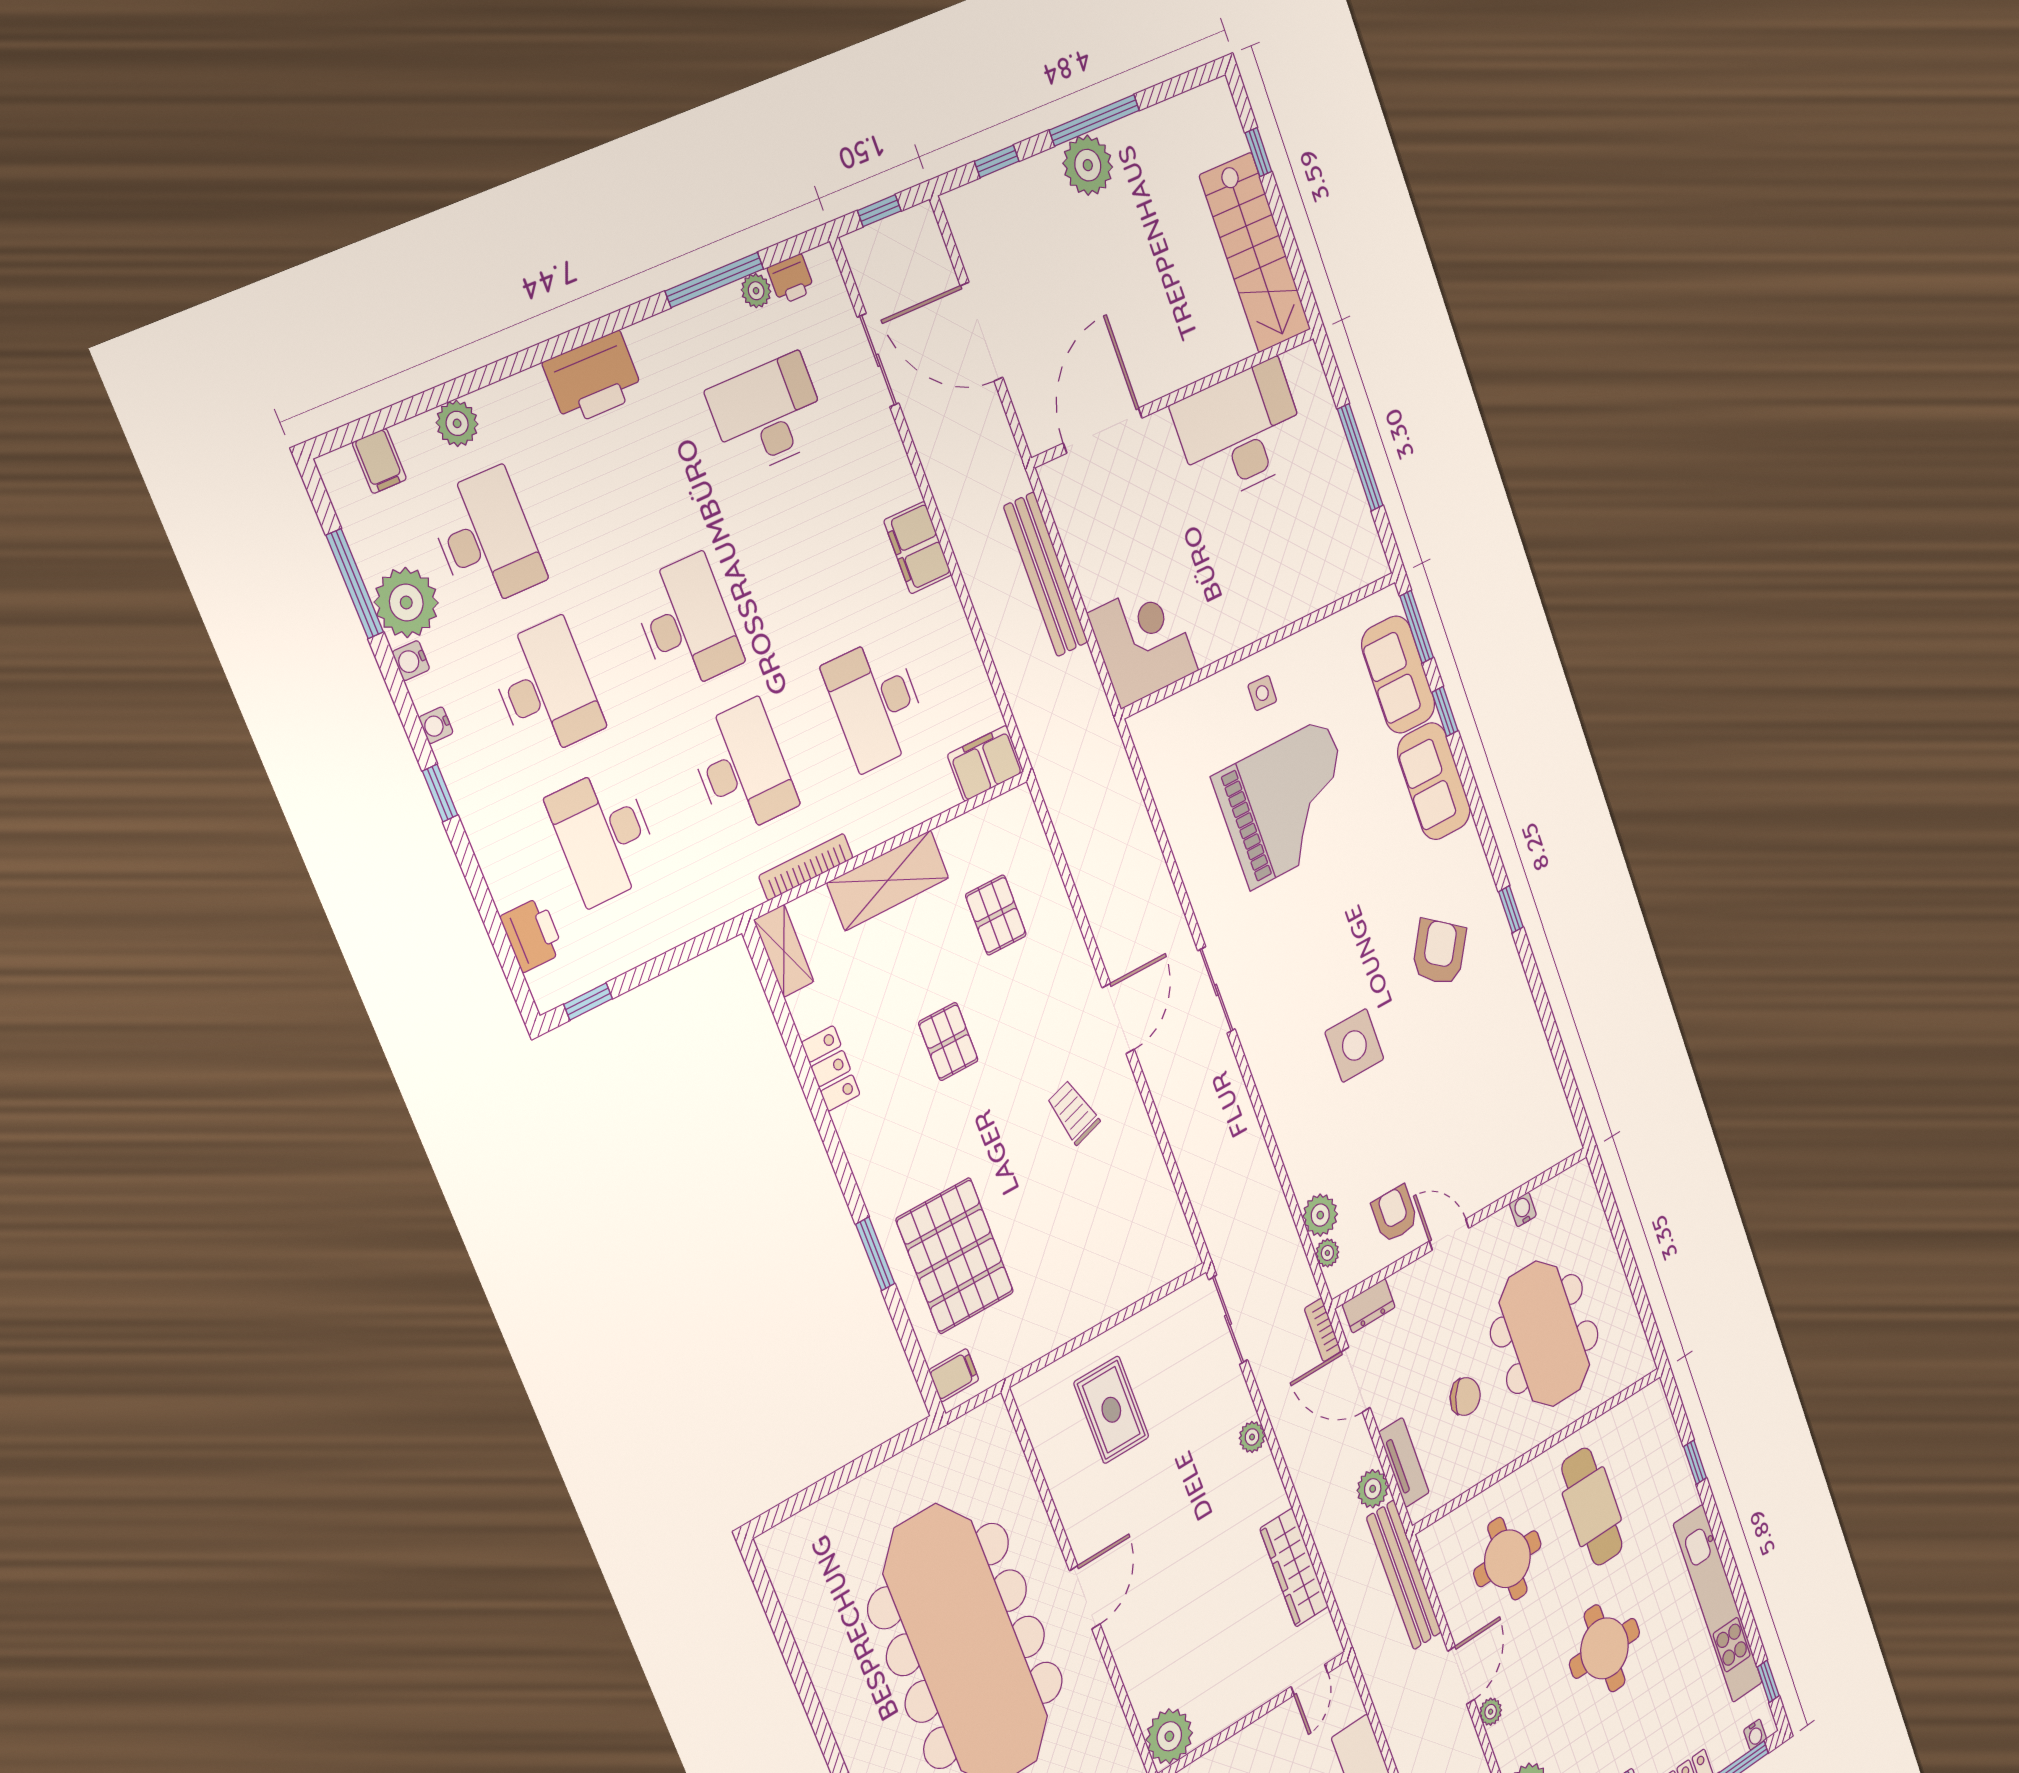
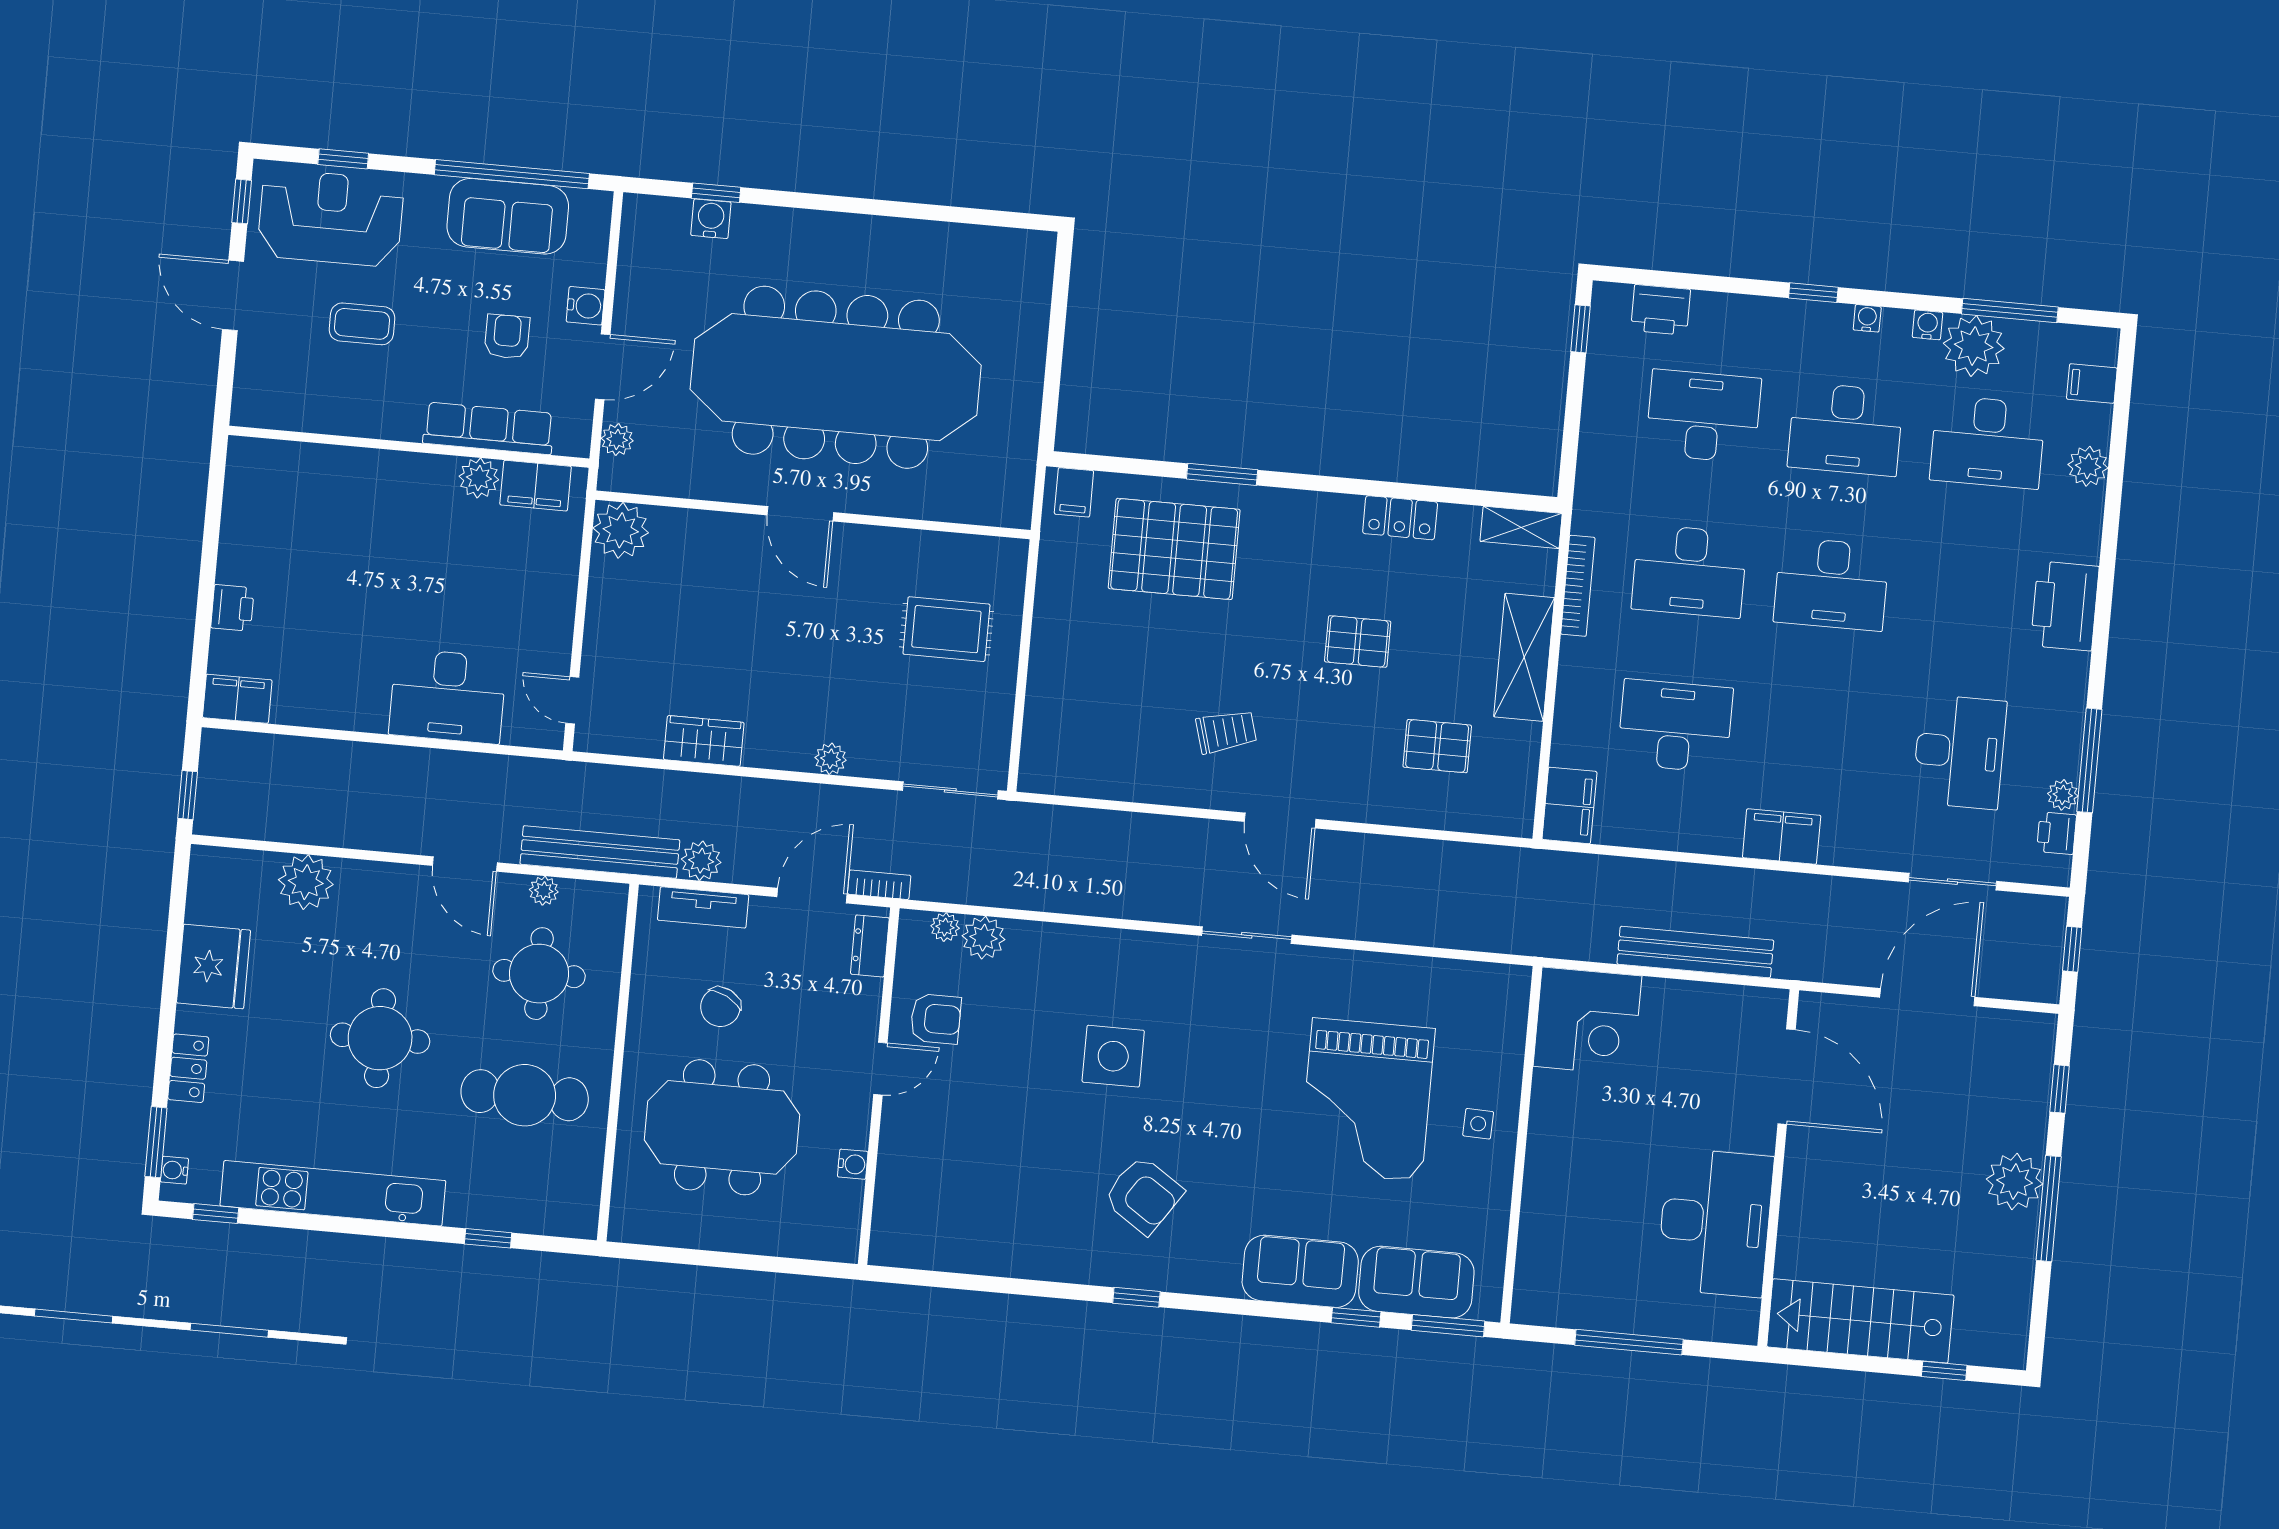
wardrobe: (1294, 1568) -> (704, 741), width x0.67
plant: (1491, 1712) -> (544, 891), moved

